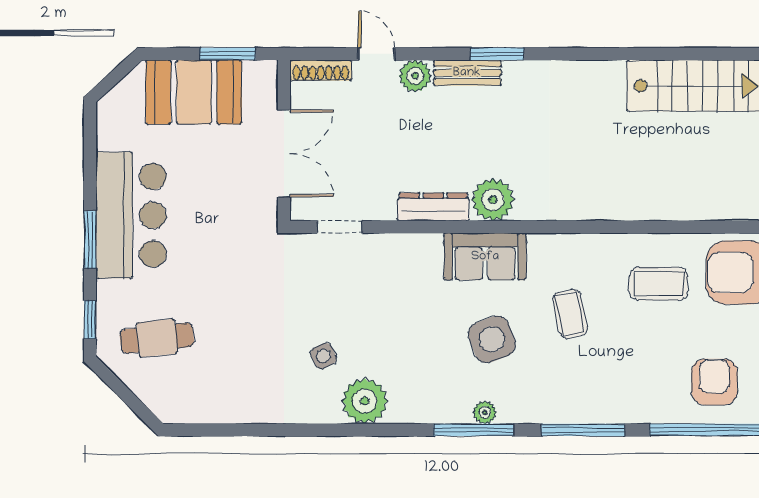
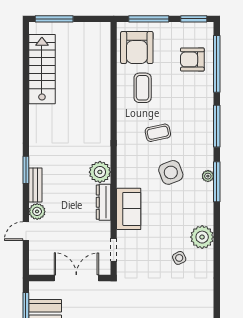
shoe rack: (321, 70) -> (34, 259), removed
sofa: (485, 257) -> (129, 209), moved

